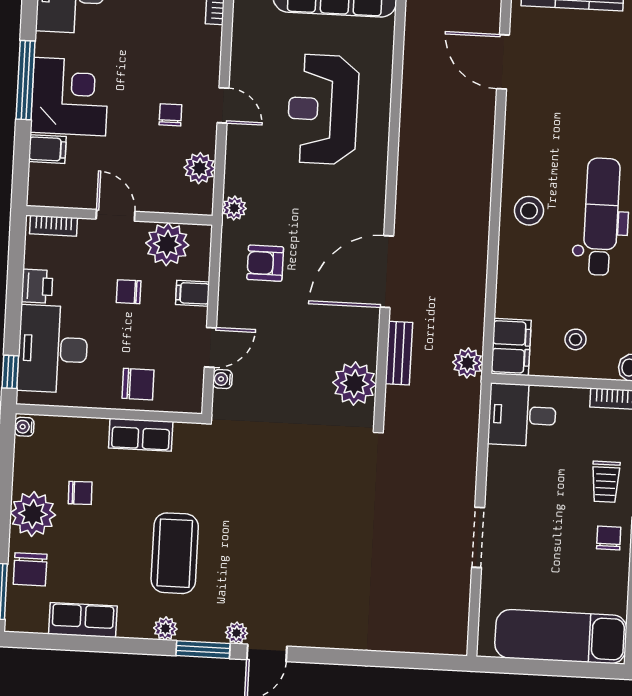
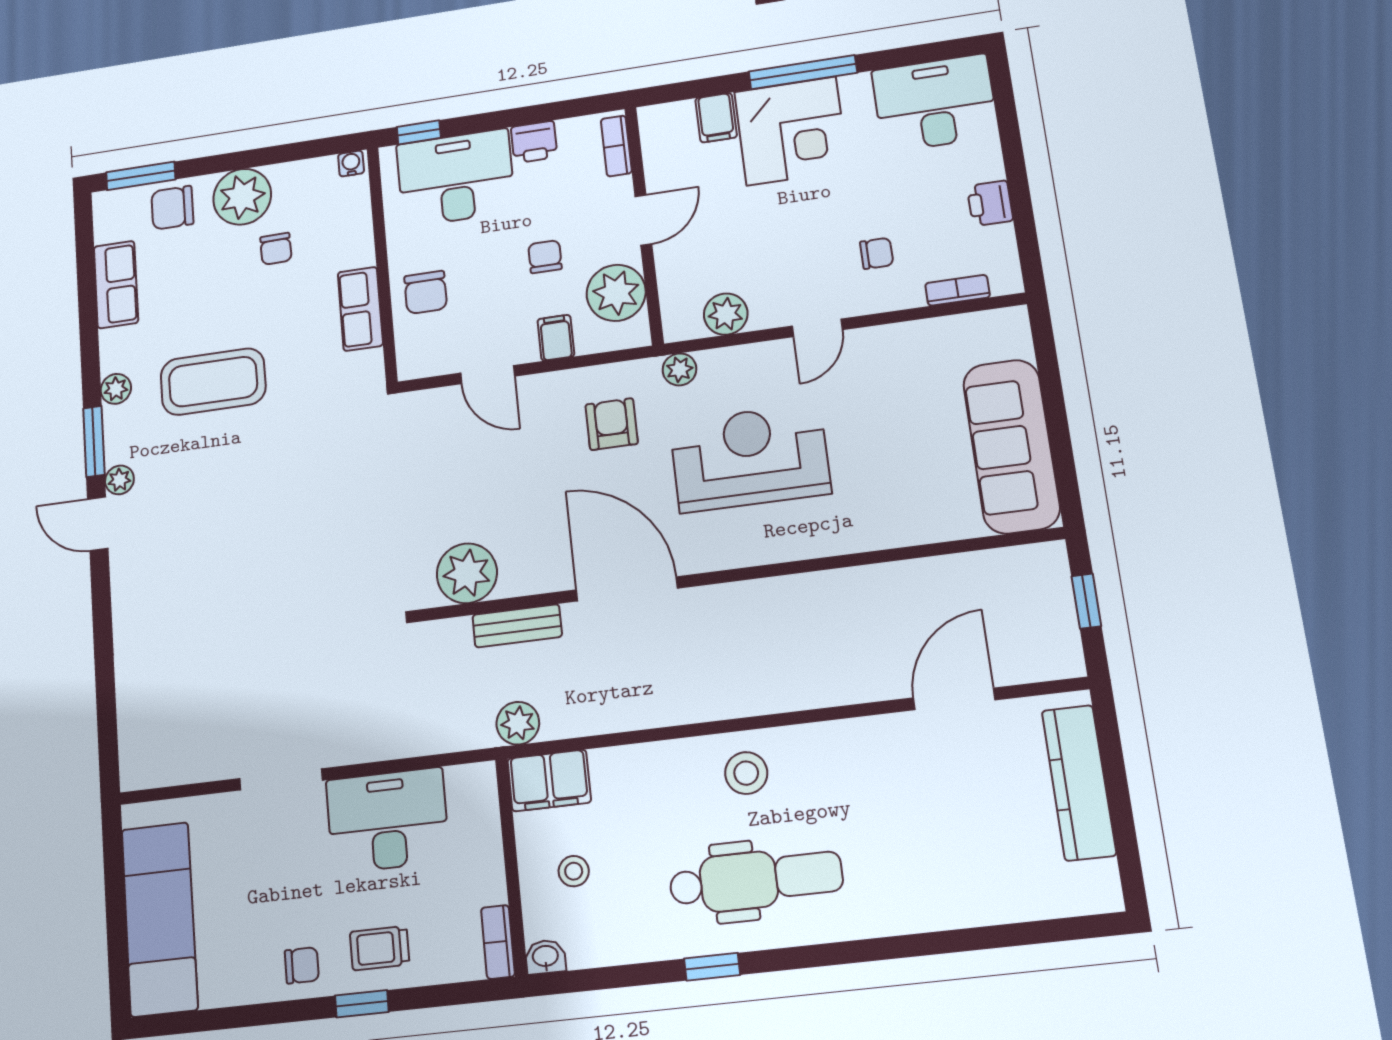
reception desk: (323, 109) -> (750, 458), moved
chair: (170, 115) -> (877, 253), moved
water cooler: (222, 379) -> (448, 398), removed
desk: (522, 415) -> (387, 820), moved, width x1.37

